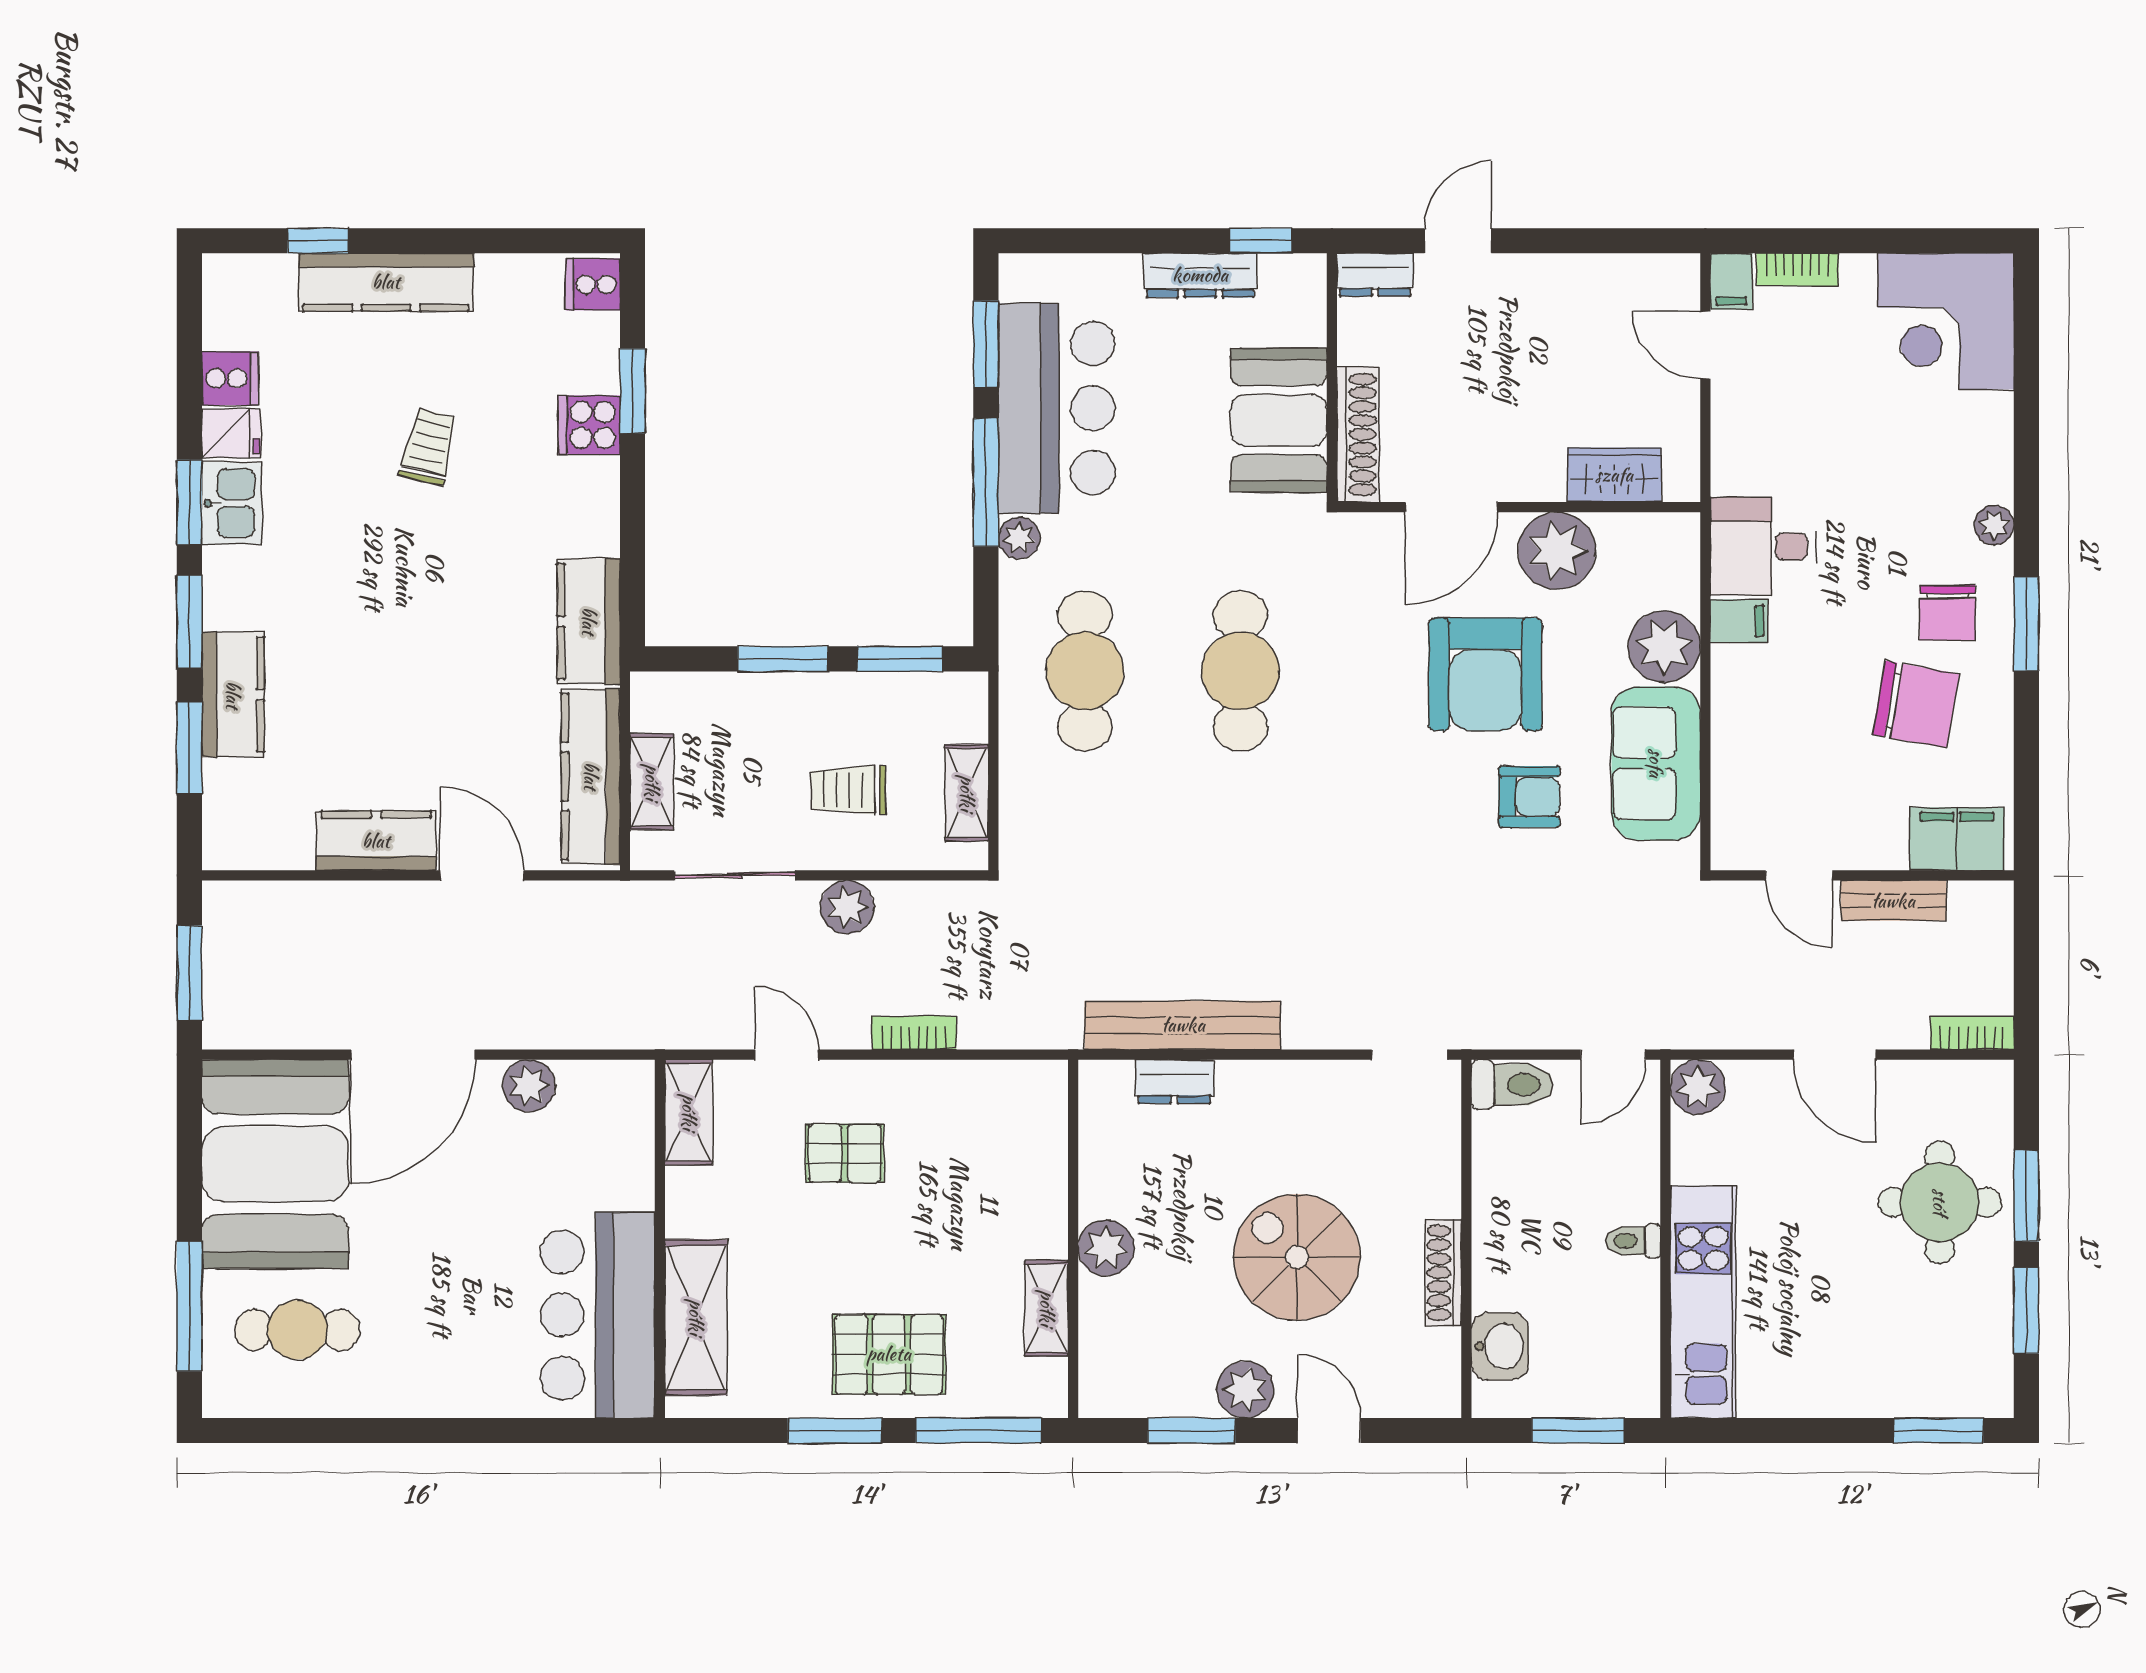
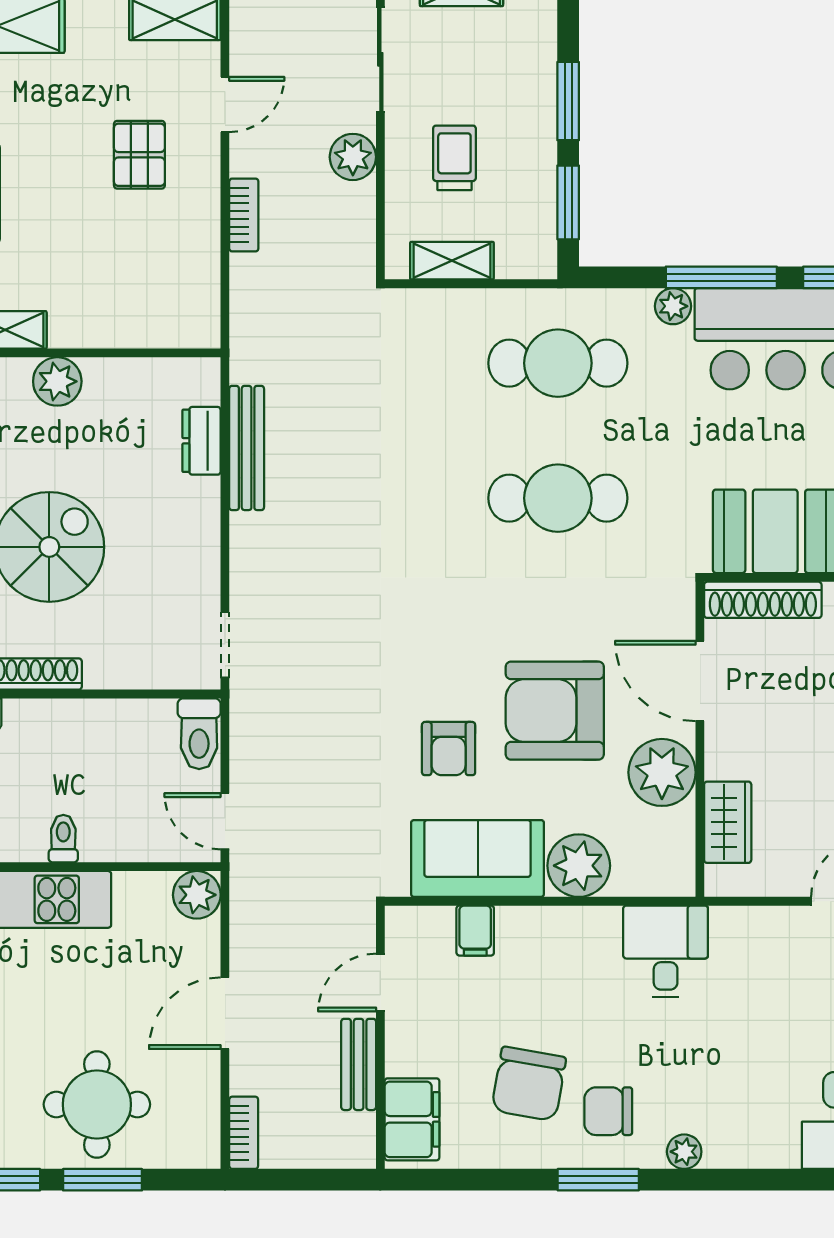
filing cabinet: (1739, 621) -> (475, 931), moved
bench: (1183, 1025) -> (247, 448), width x0.73, depth x0.82

